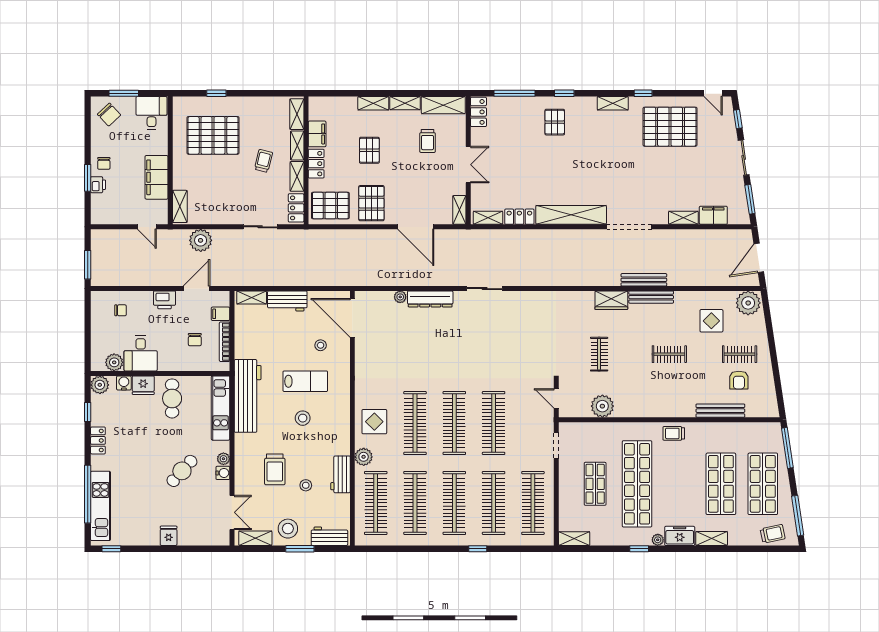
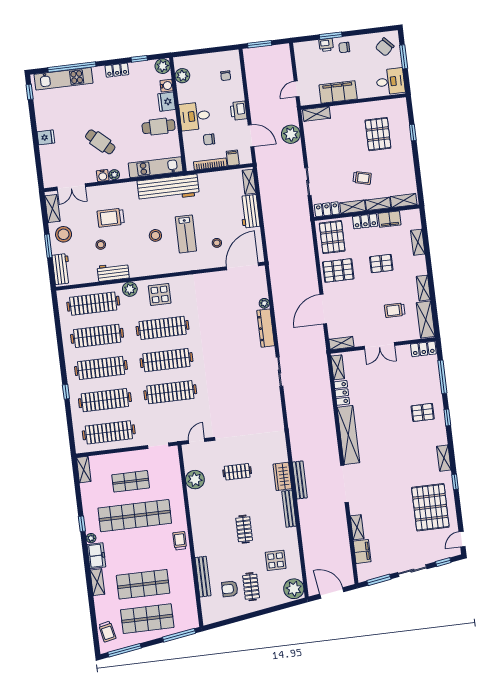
shelving: (373, 103) -> (418, 242), moved
pallet: (213, 135) -> (378, 134), width x0.73, depth x0.71
bench: (644, 280) -> (300, 480), moved
desk: (141, 353) -> (195, 116), moved

